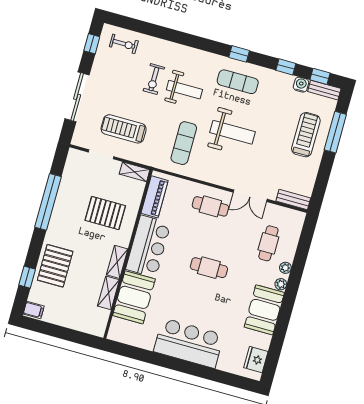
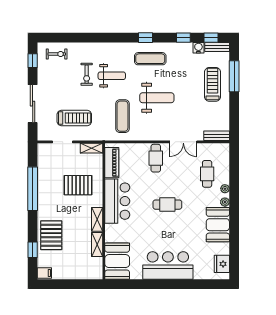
treadmill: (124, 129) -> (74, 118), turned 180
cafe table: (210, 206) -> (156, 158), turned 90
booth: (134, 297) -> (117, 261), moved

